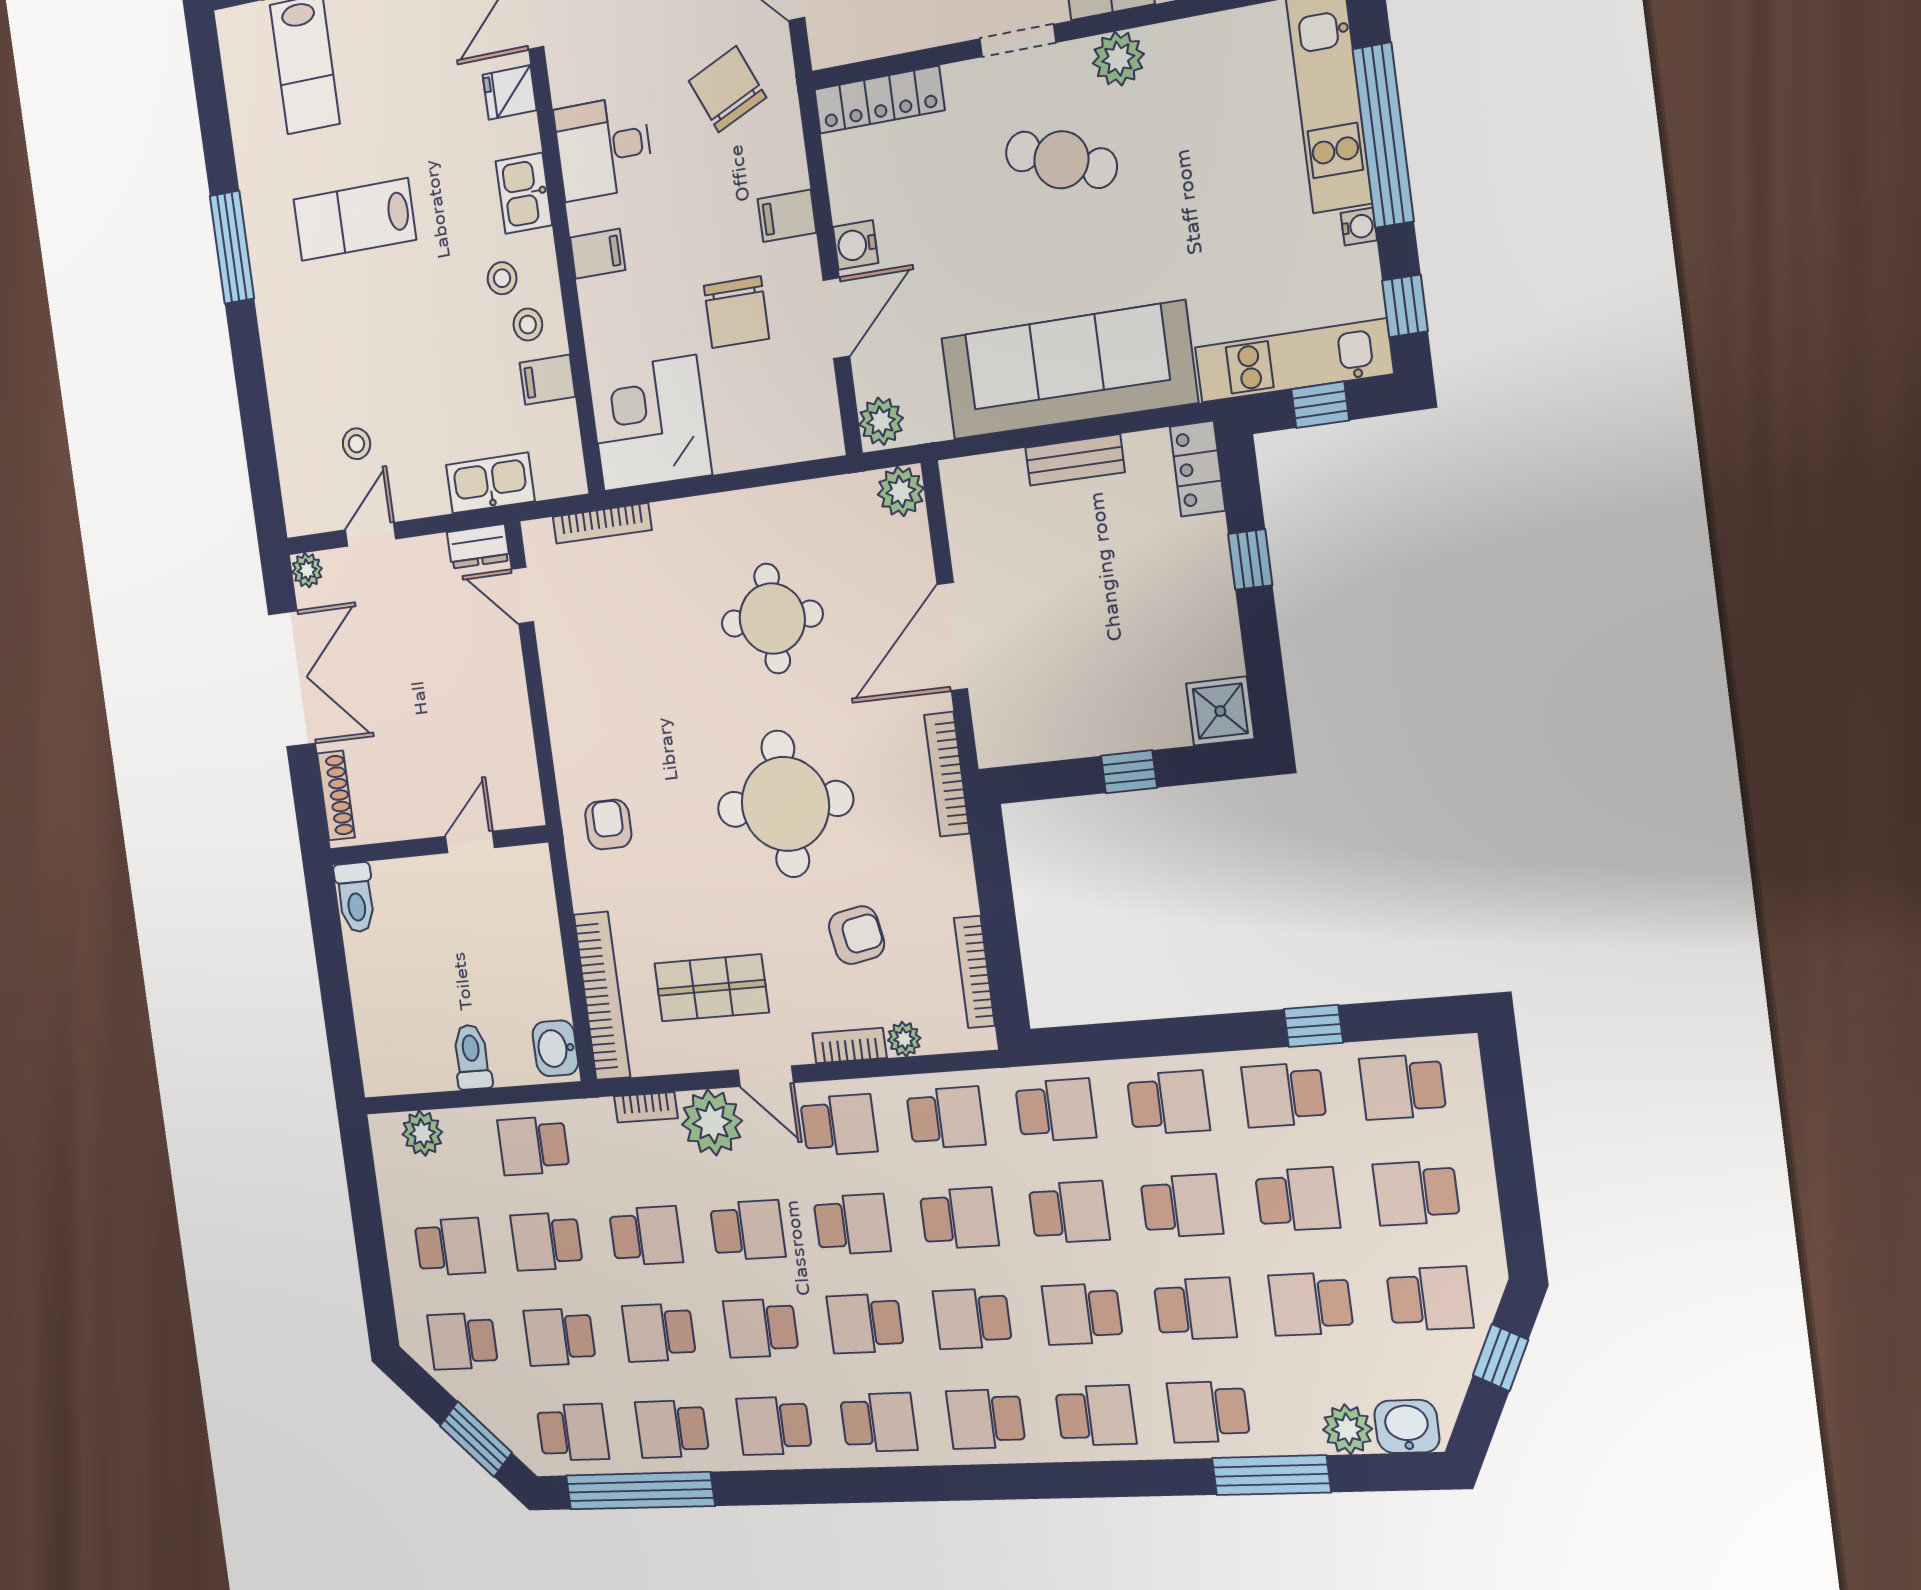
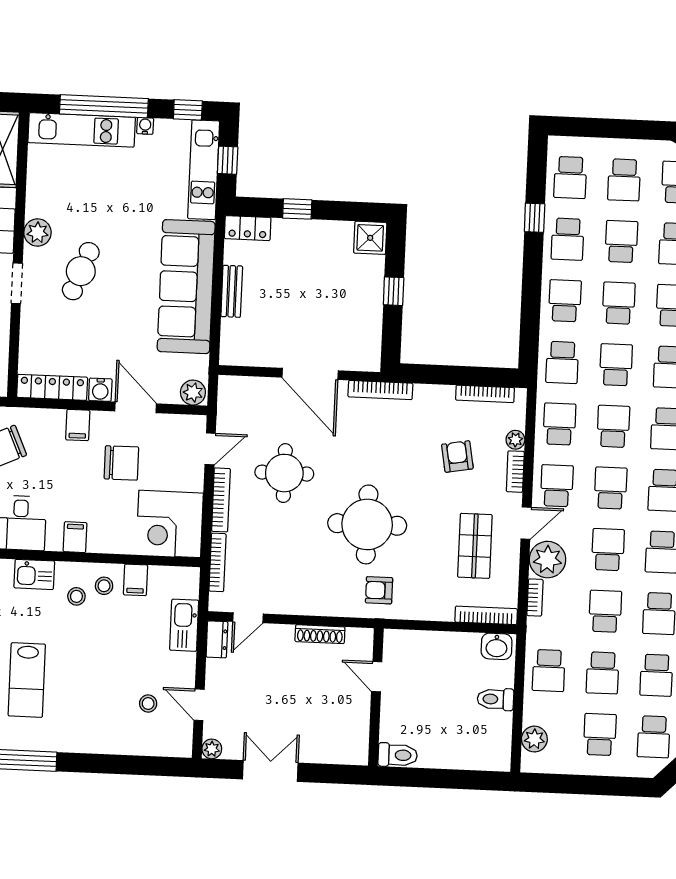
locker: (879, 100) -> (52, 387), moved, turned -90
door: (789, 473) -> (210, 449), added
plant: (901, 491) -> (231, 388), removed
bookcase: (706, 510) -> (221, 500), added
double door: (292, 679) -> (270, 771), width x0.73
shoe rack: (336, 795) -> (320, 634), moved, turned 180
round table: (785, 804) -> (367, 524), moved
bookcase: (602, 996) -> (486, 615), width x0.68, depth x0.76
school desk: (1056, 1110) -> (562, 362), turned 180

